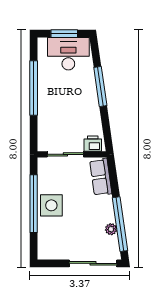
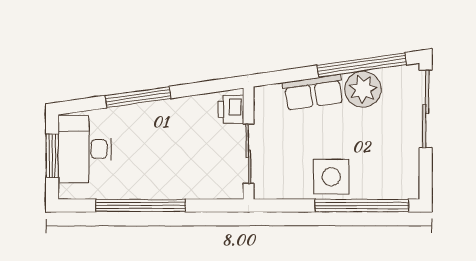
row of seats: (101, 177) -> (313, 92), moved
window: (34, 204) -> (362, 205), moved
plant: (111, 229) -> (363, 89), width x1.88, depth x1.88

